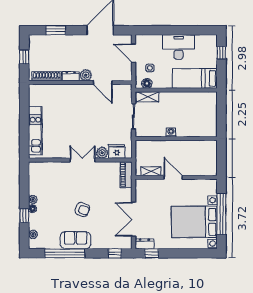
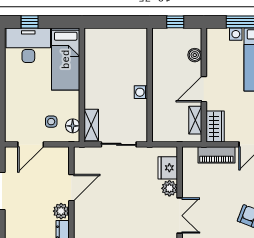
desk: (179, 47) -> (28, 45), moved, turned 90
window: (221, 157) -> (175, 22), added
double door: (83, 160) -> (180, 216), swing flipped
boiler: (198, 171) -> (195, 55), added
piano: (126, 175) -> (216, 155), moved
wardrobe: (146, 185) -> (215, 126), added

